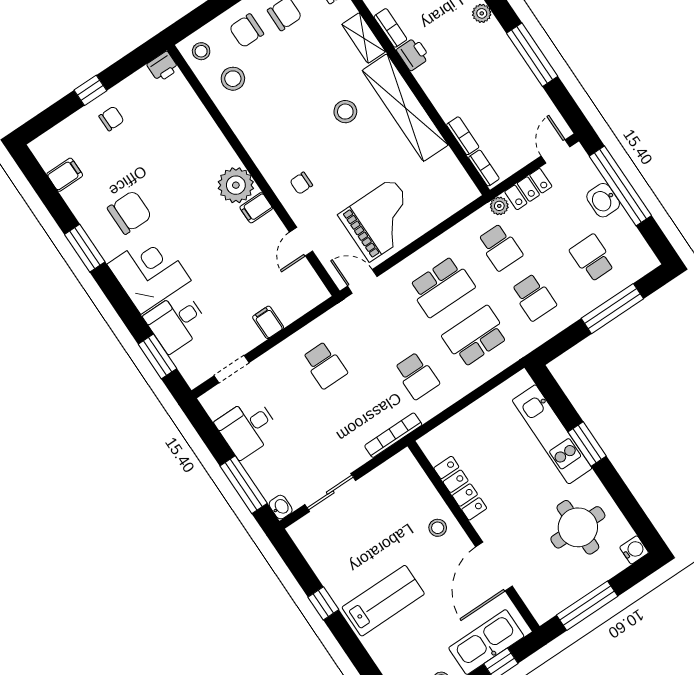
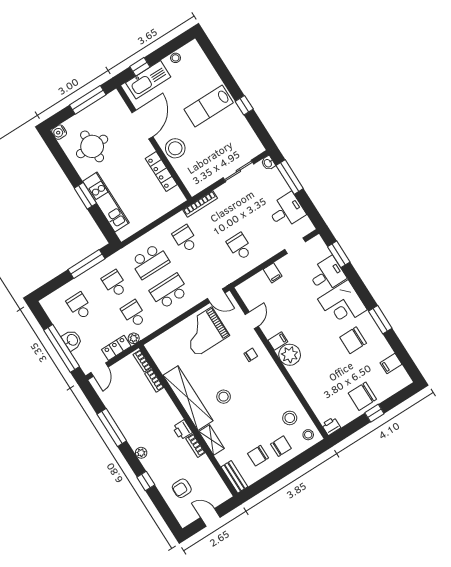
chair: (111, 118) -> (362, 396), width x1.87, depth x1.87
school desk: (592, 258) -> (79, 306), turned 180
window: (612, 309) -> (86, 264), moved
stool: (438, 528) -> (175, 148), width x1.89, depth x1.89

